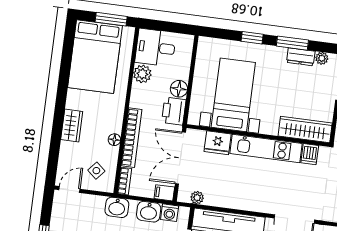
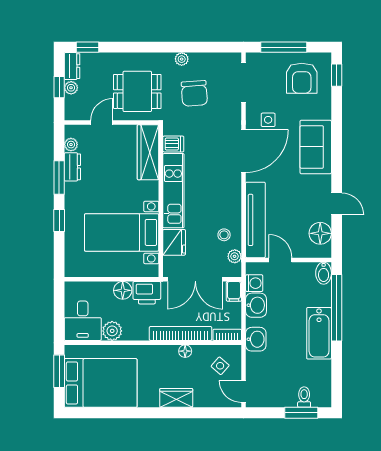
stool: (218, 190) -> (224, 235), added

